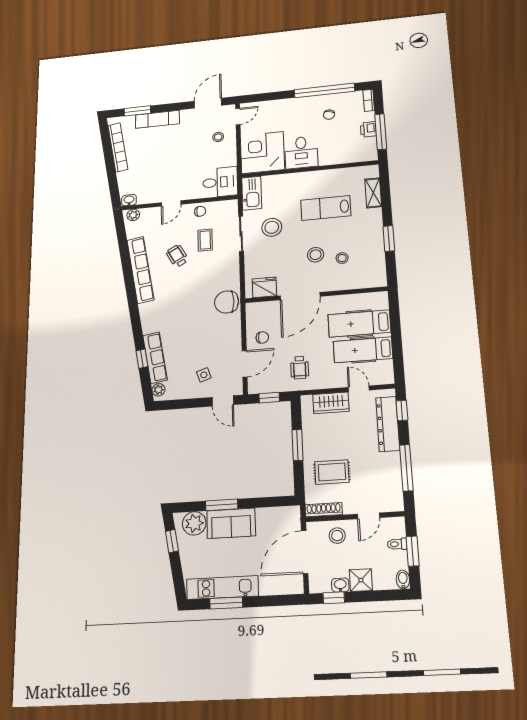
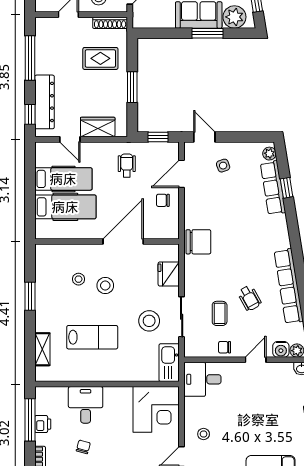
desk: (301, 152) -> (86, 405), moved
water cooler: (148, 215) -> (281, 349), added
fridge: (264, 287) -> (169, 274), moved, turned 90

